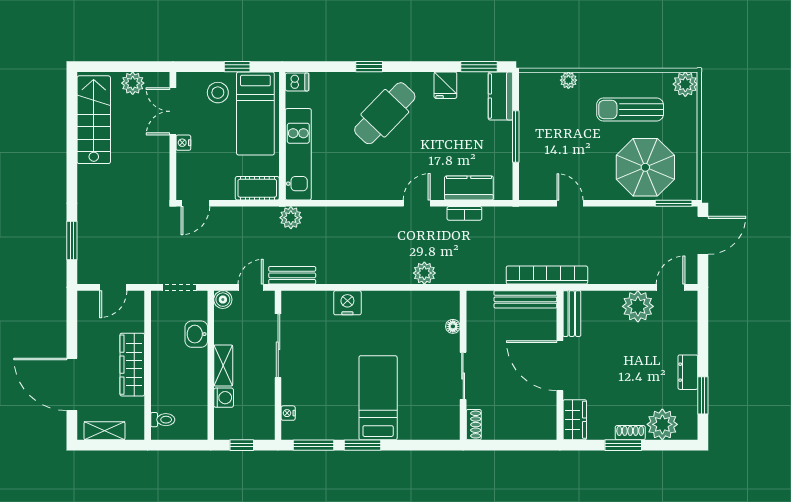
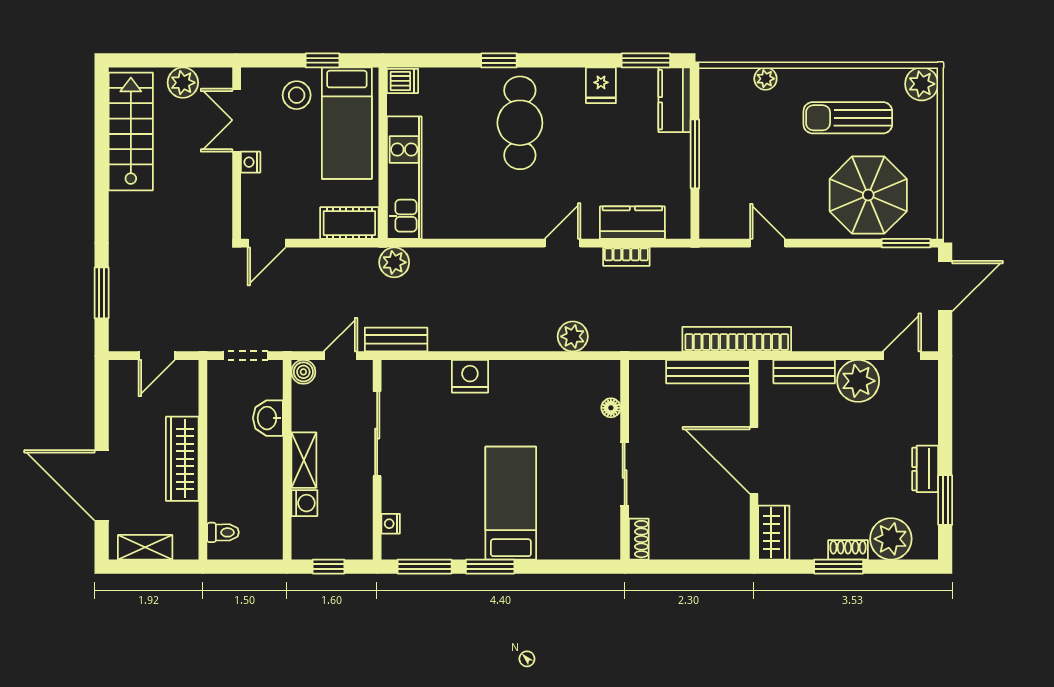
cafe table: (385, 113) -> (520, 123), turned -44
bench: (572, 314) -> (804, 372), moved, turned 90

